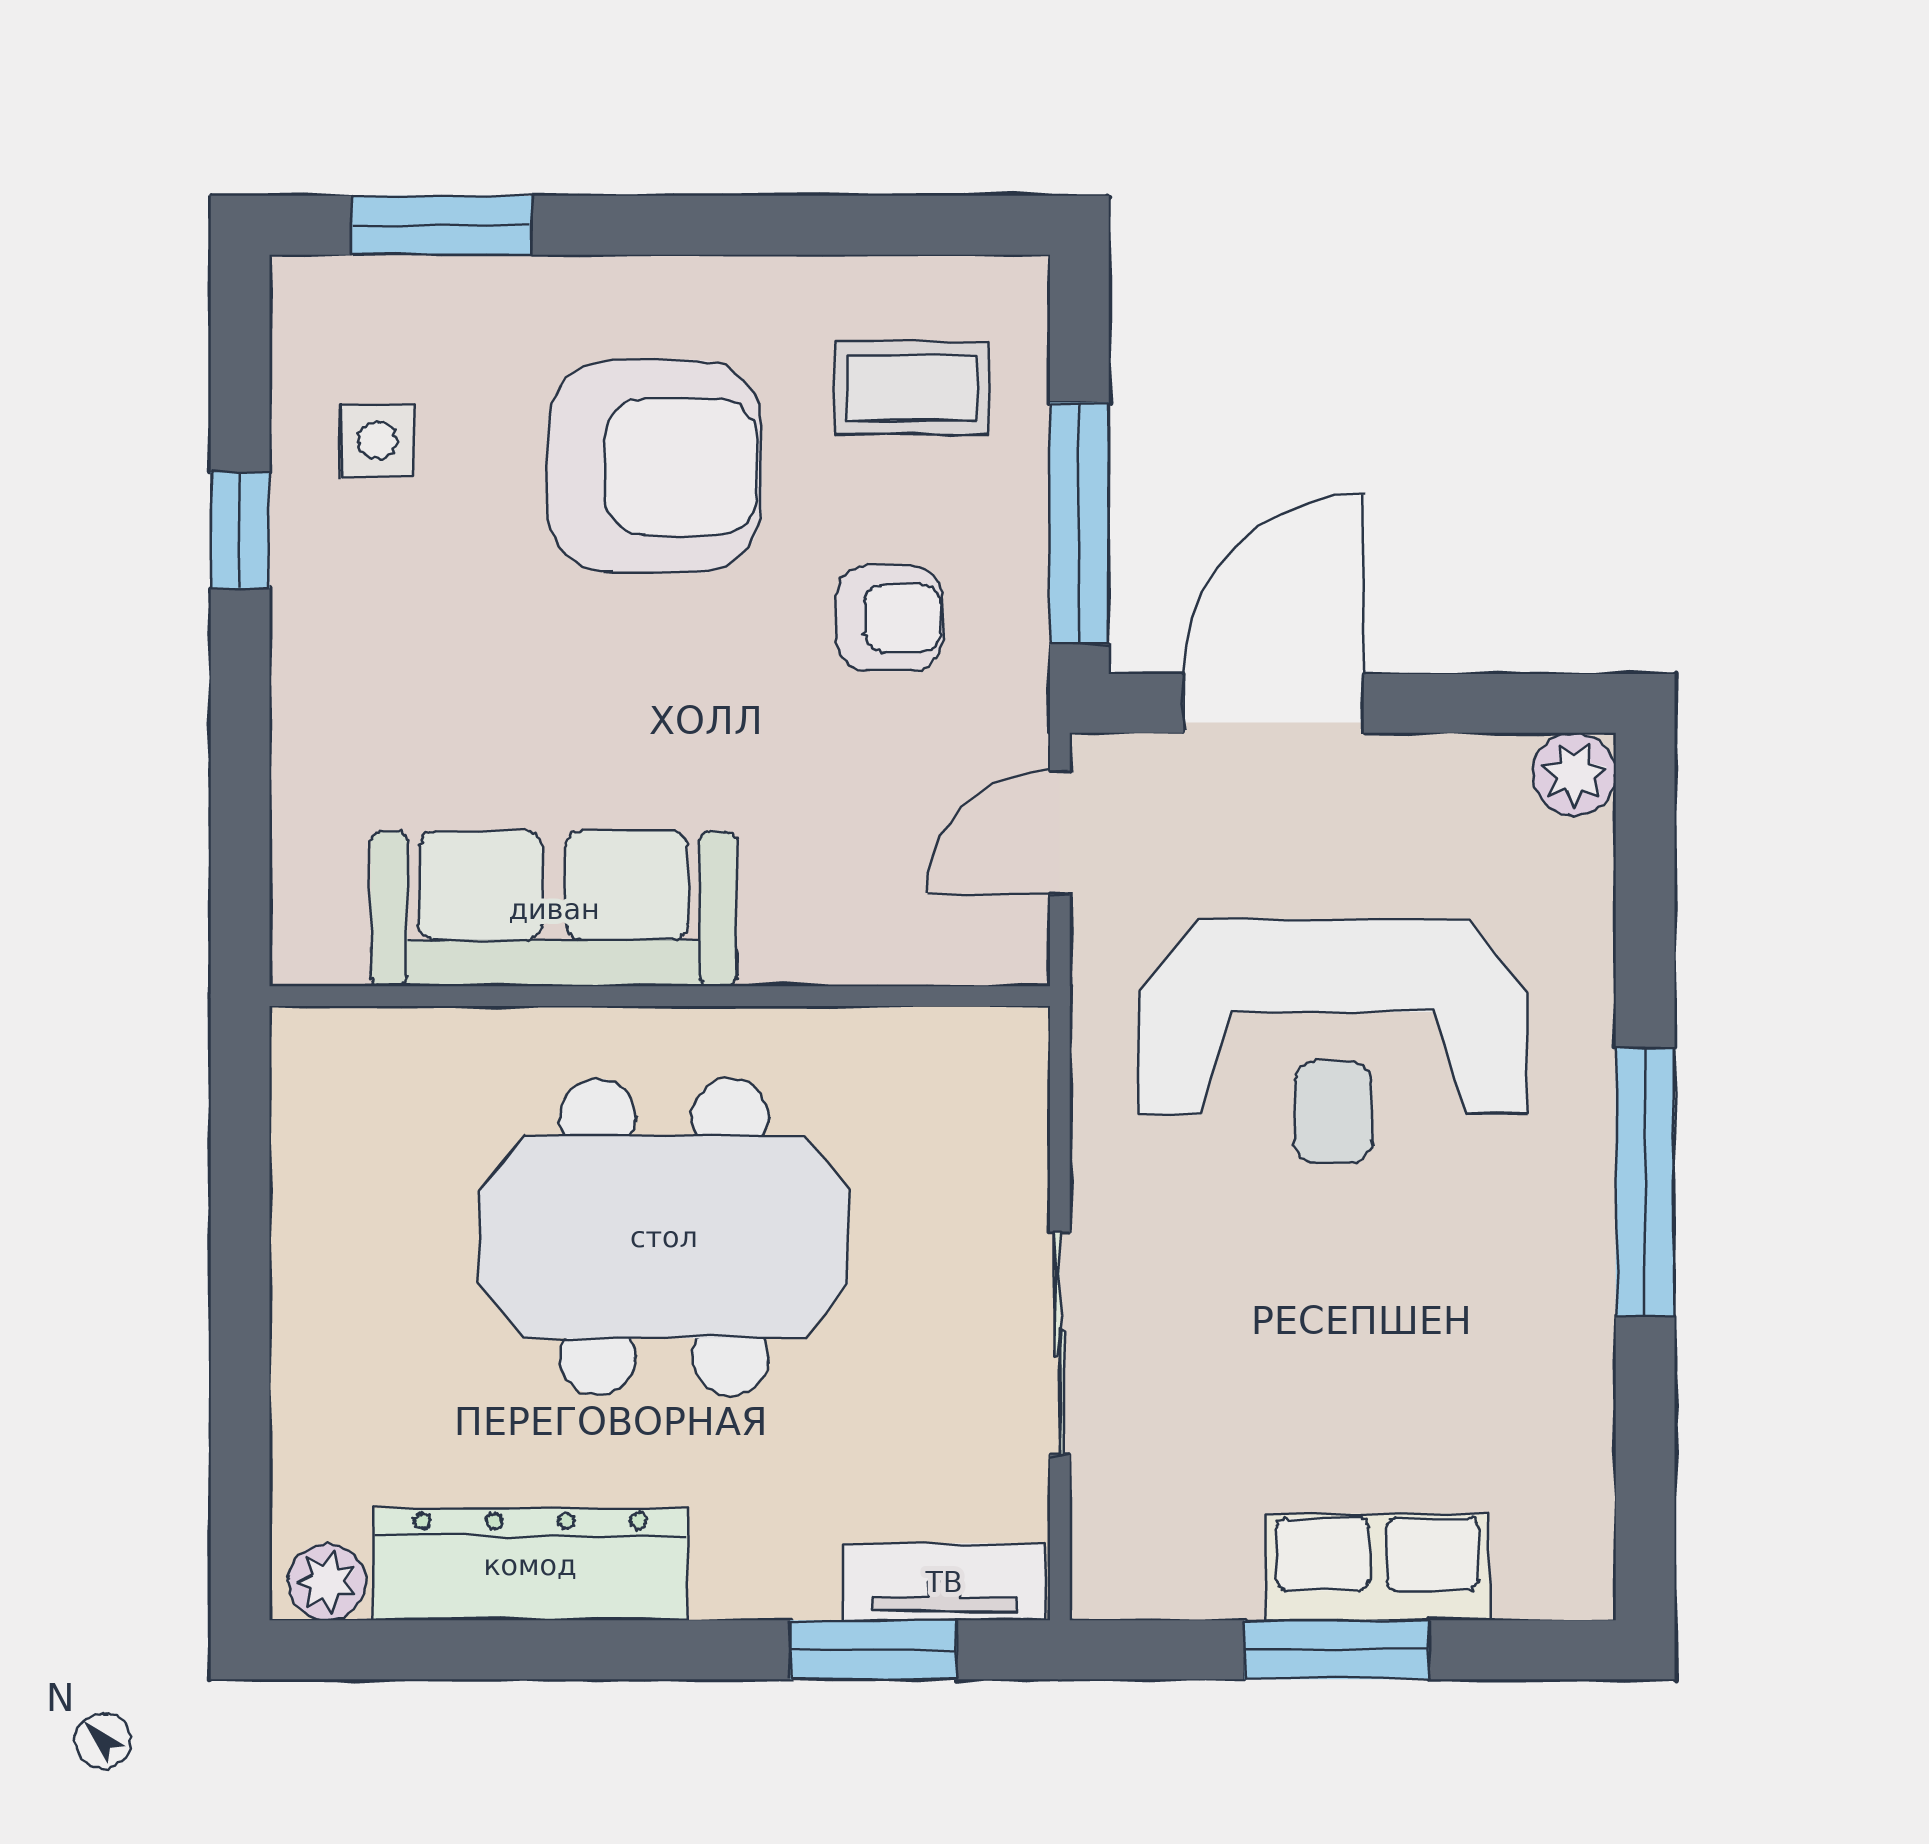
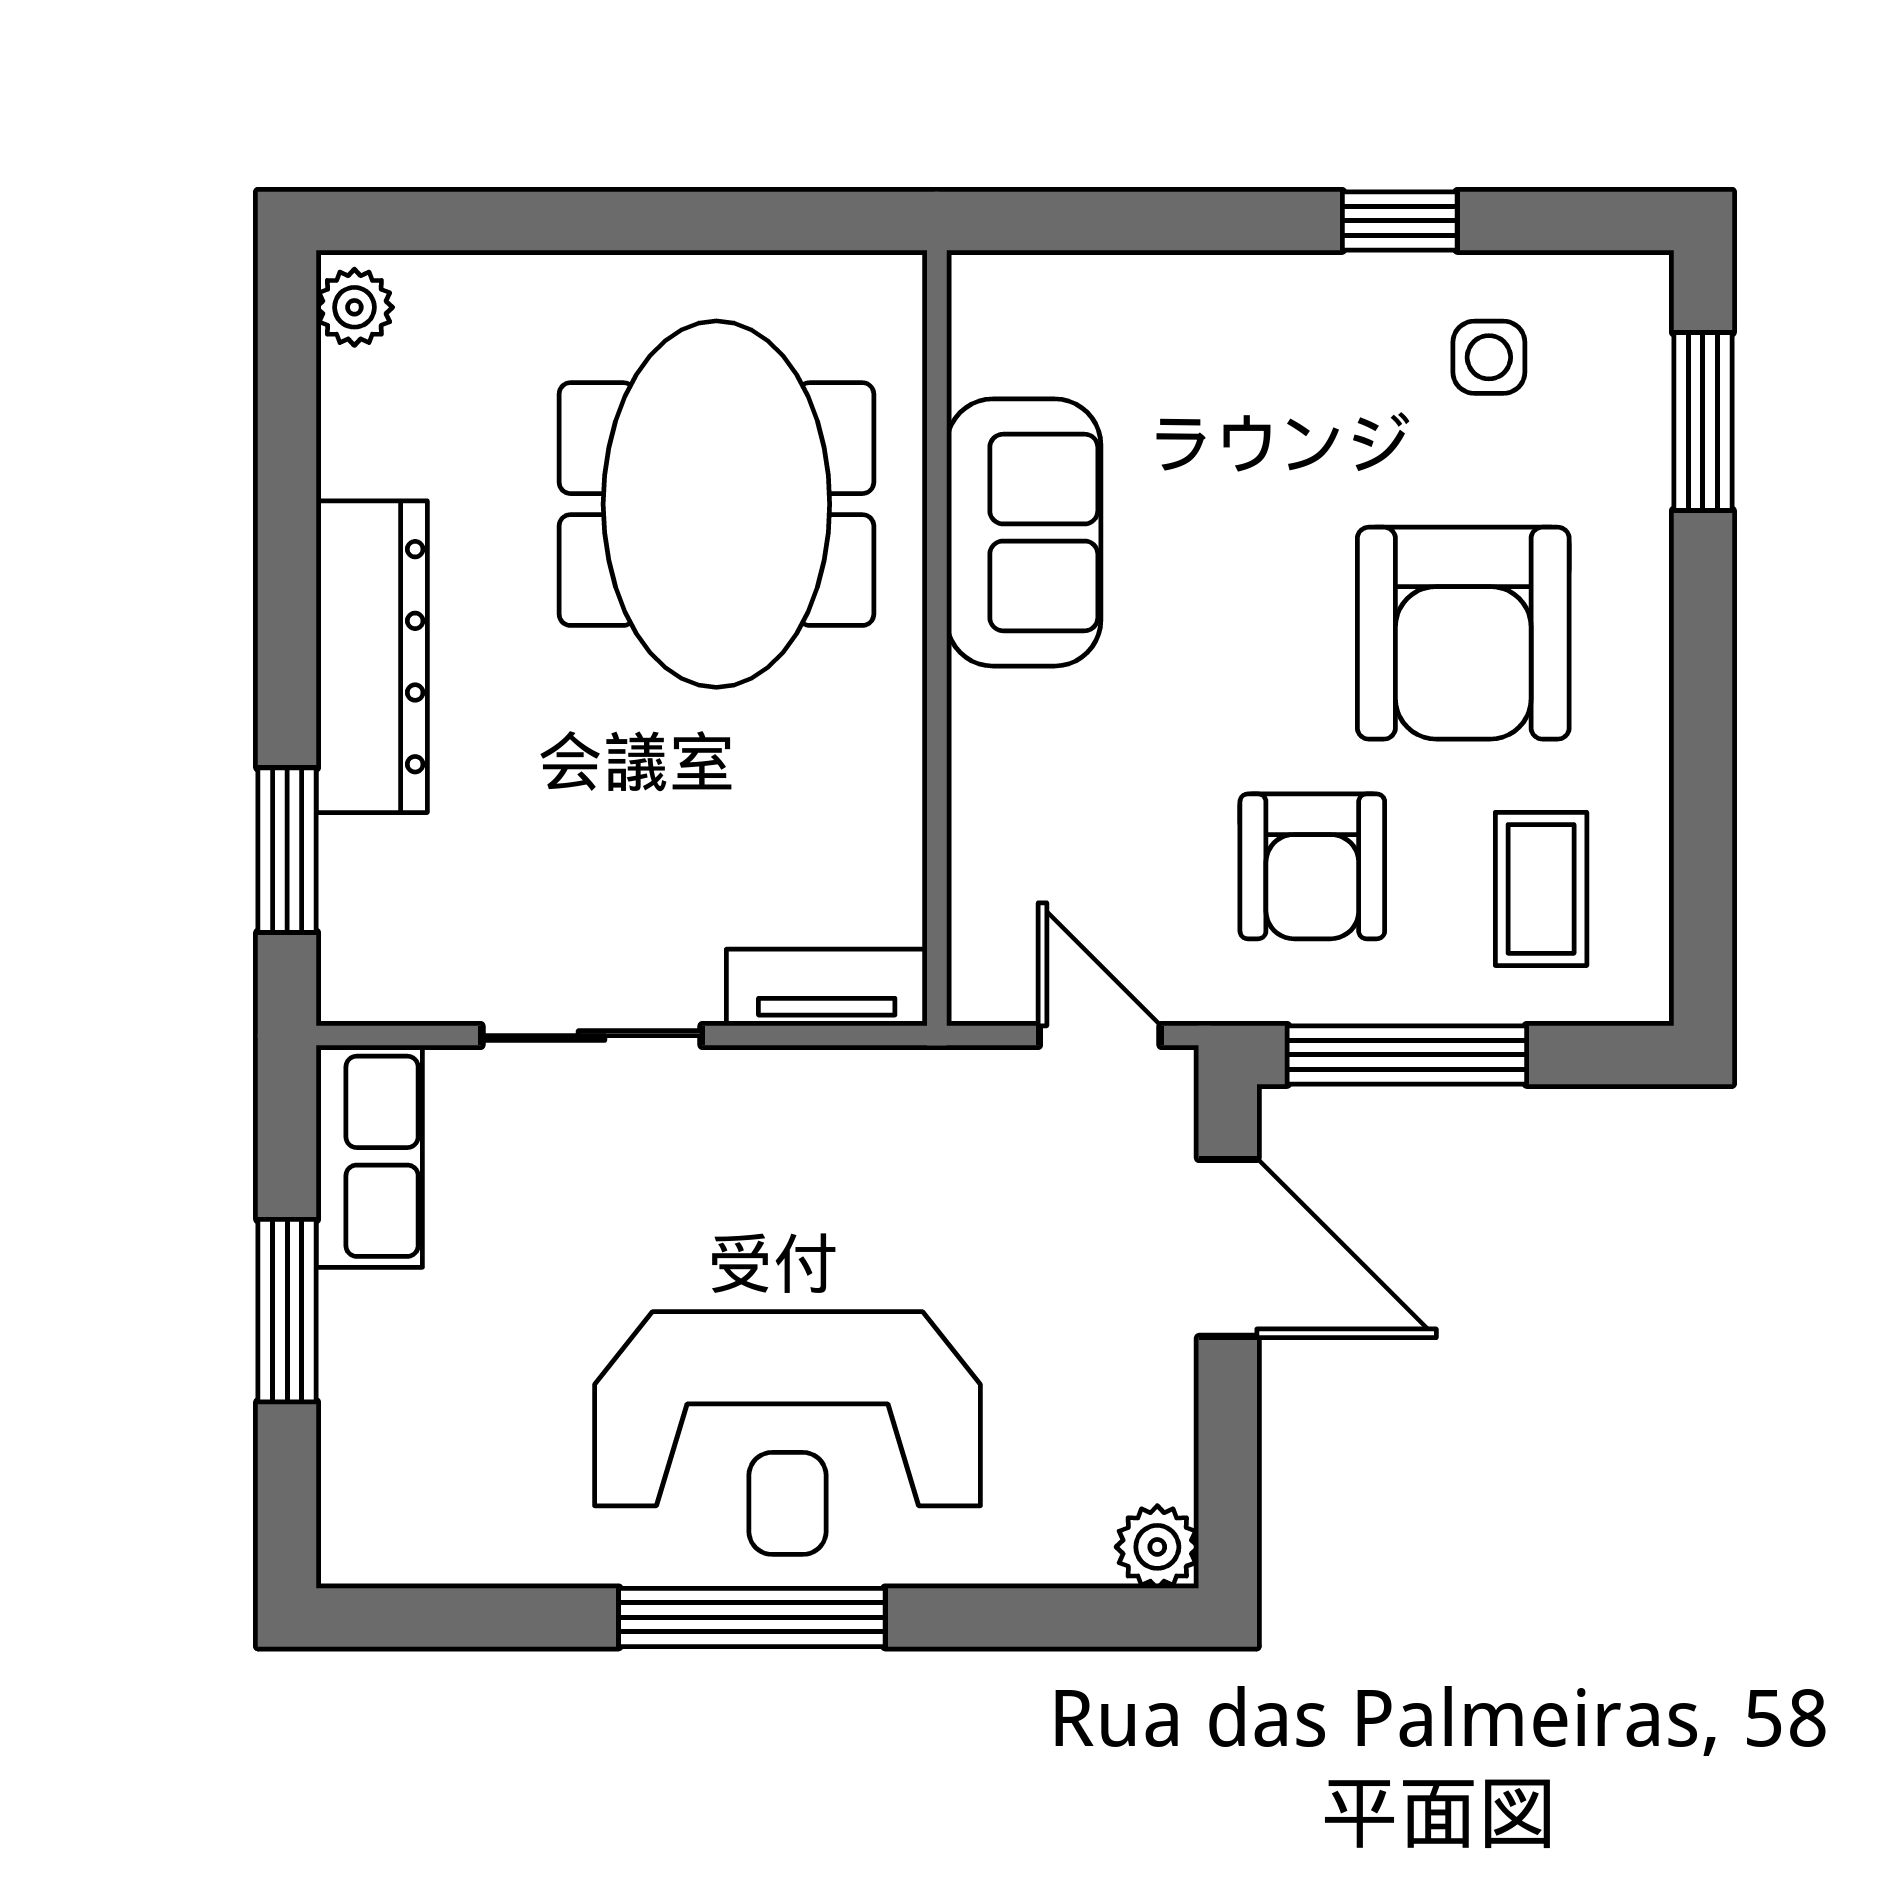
armchair: (890, 618) -> (1312, 866), width x1.38, depth x1.38
sofa: (554, 909) -> (1024, 532), width x0.73
reception desk: (1333, 1041) -> (787, 1433), moved, turned -90
meeting table: (664, 1237) -> (716, 504), moved
dresser: (530, 1565) -> (372, 657), moved
row of seats: (1378, 1567) -> (369, 1156), moved
tv unit: (944, 1582) -> (827, 988), moved, turned -90

